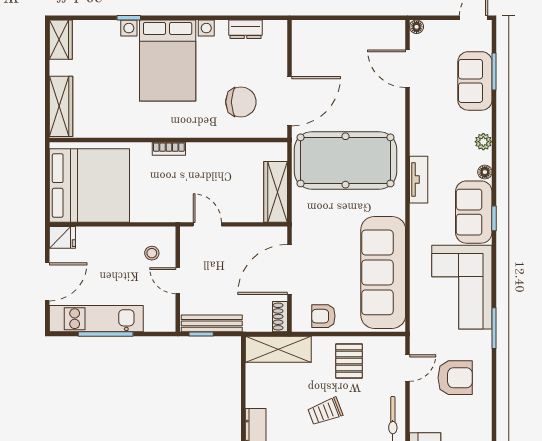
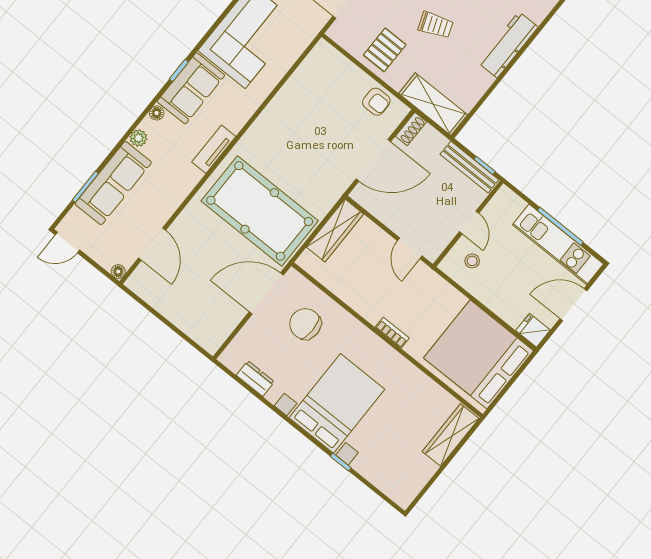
wardrobe: (61, 40) -> (408, 488), removed
sofa: (475, 81) -> (113, 183), width x1.36
sofa: (383, 272) -> (301, 98), removed

